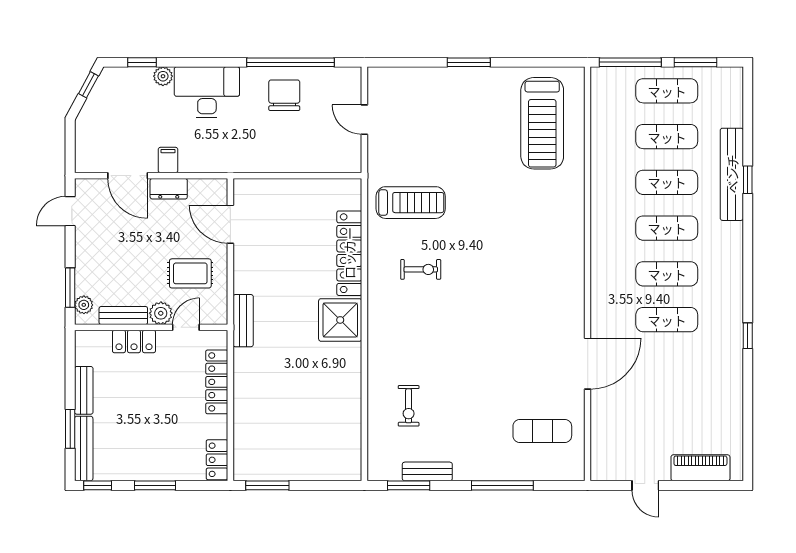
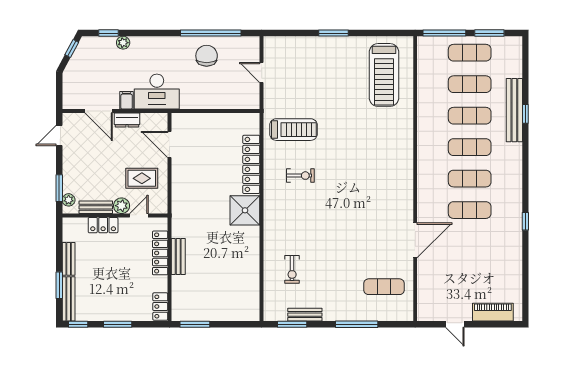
desk: (207, 92) -> (157, 92), moved, turned 180
bench: (243, 321) -> (178, 256), moved

